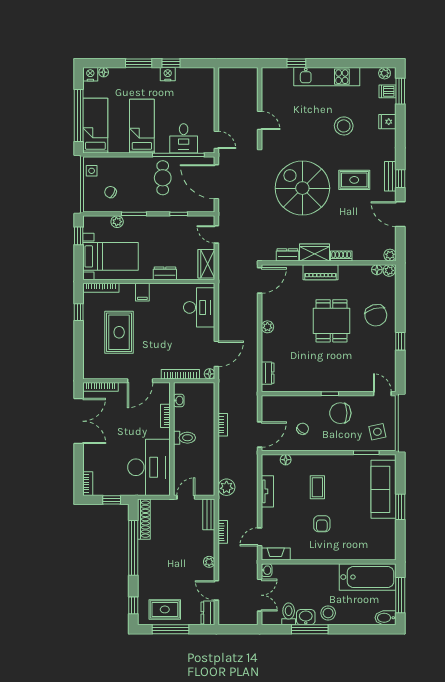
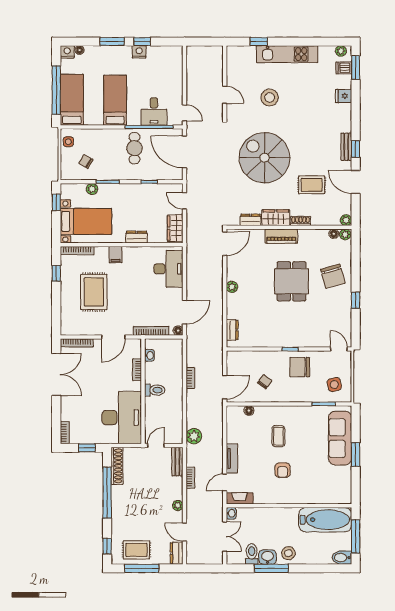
stool: (344, 126) -> (270, 98), moved
rug: (354, 180) -> (312, 185), moved
tv unit: (267, 491) -> (232, 458), moved

